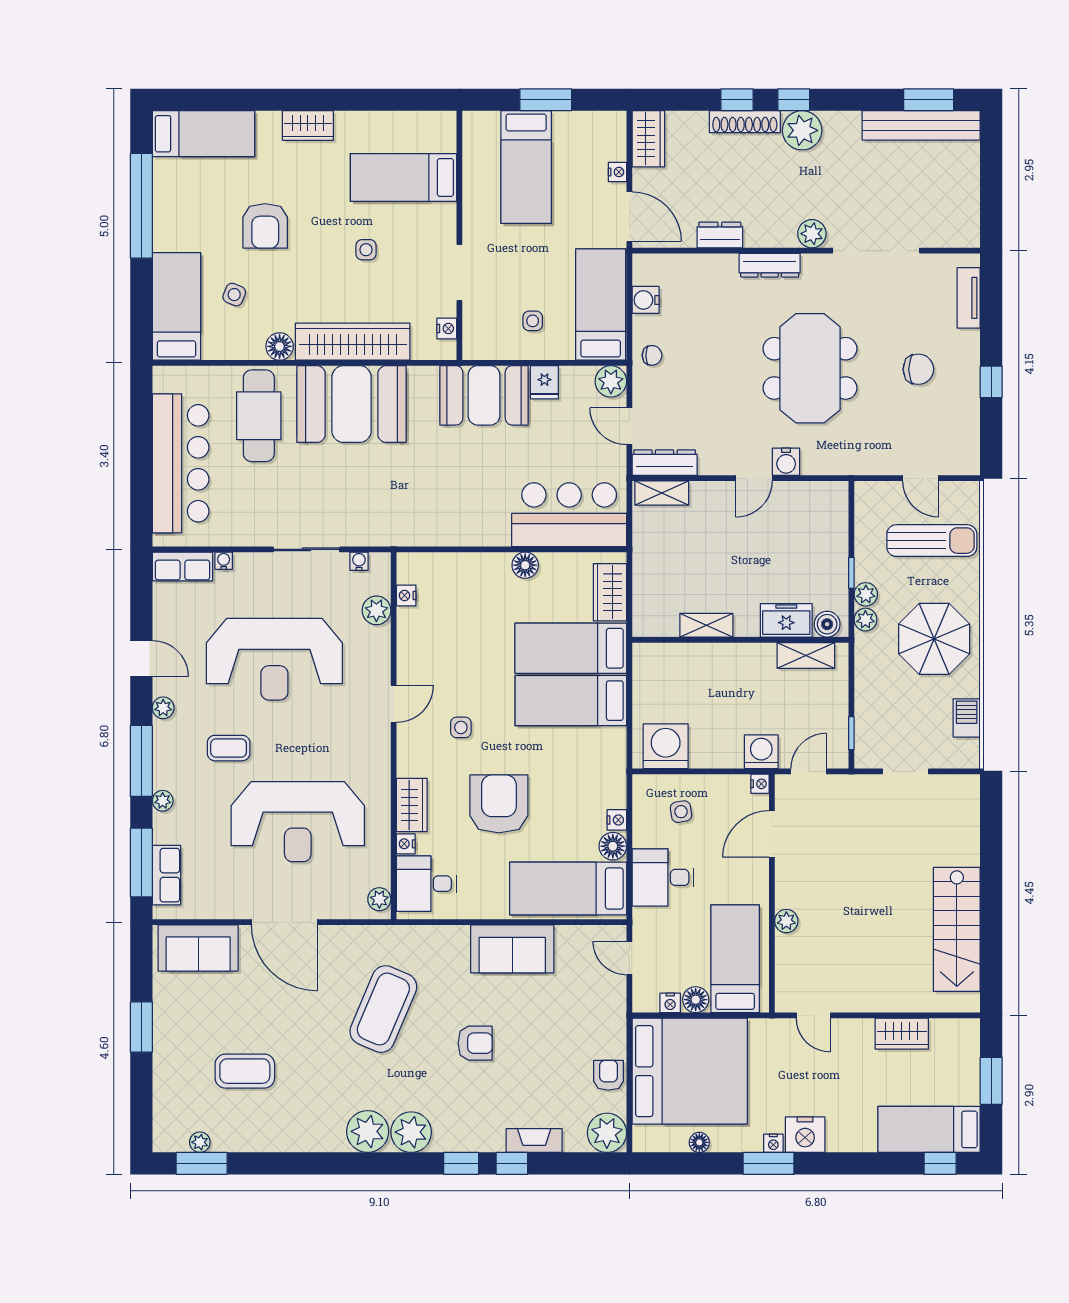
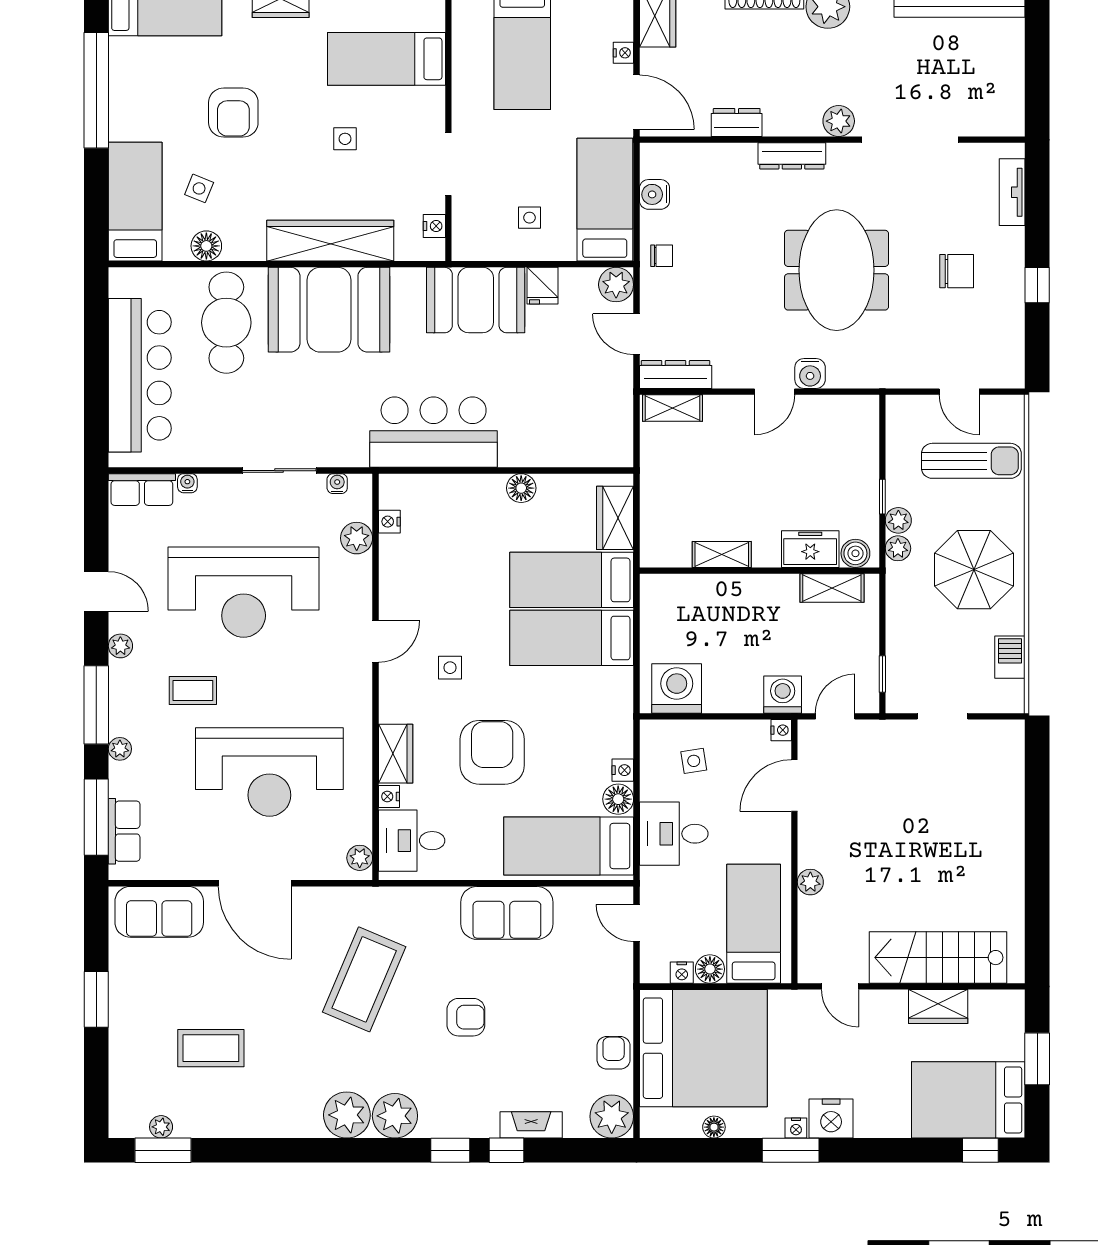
floor lamp: (280, 346) -> (206, 246), moved
bar counter: (569, 515) -> (434, 432), moved
stairs: (957, 929) -> (938, 958), moved, turned 90
bed: (929, 1129) -> (968, 1100), width x1.50

